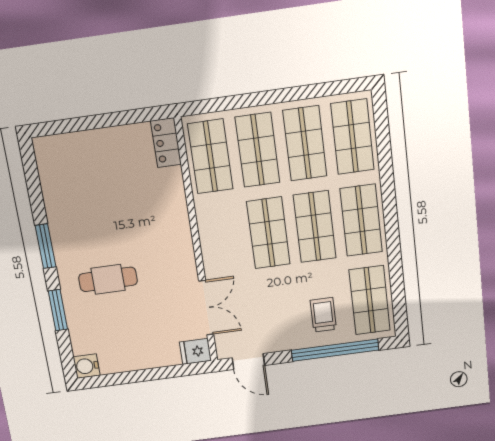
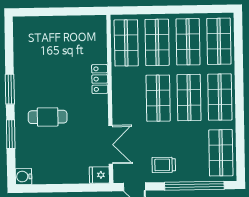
locker: (166, 143) -> (100, 79), moved
trolley: (323, 315) -> (164, 165), moved, turned -90

